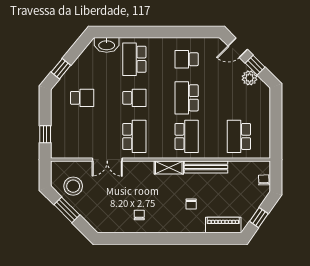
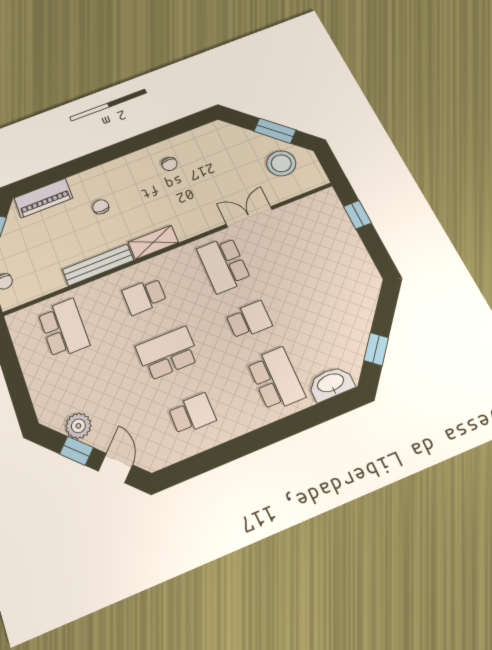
door: (238, 48) -> (115, 468), hinge flipped
window: (61, 69) -> (376, 349), moved
school desk: (82, 98) -> (329, 287), removed
school desk: (134, 98) -> (249, 320), turned 180
school desk: (187, 98) -> (168, 353), turned -90
school desk: (187, 136) -> (144, 296), width x0.54

